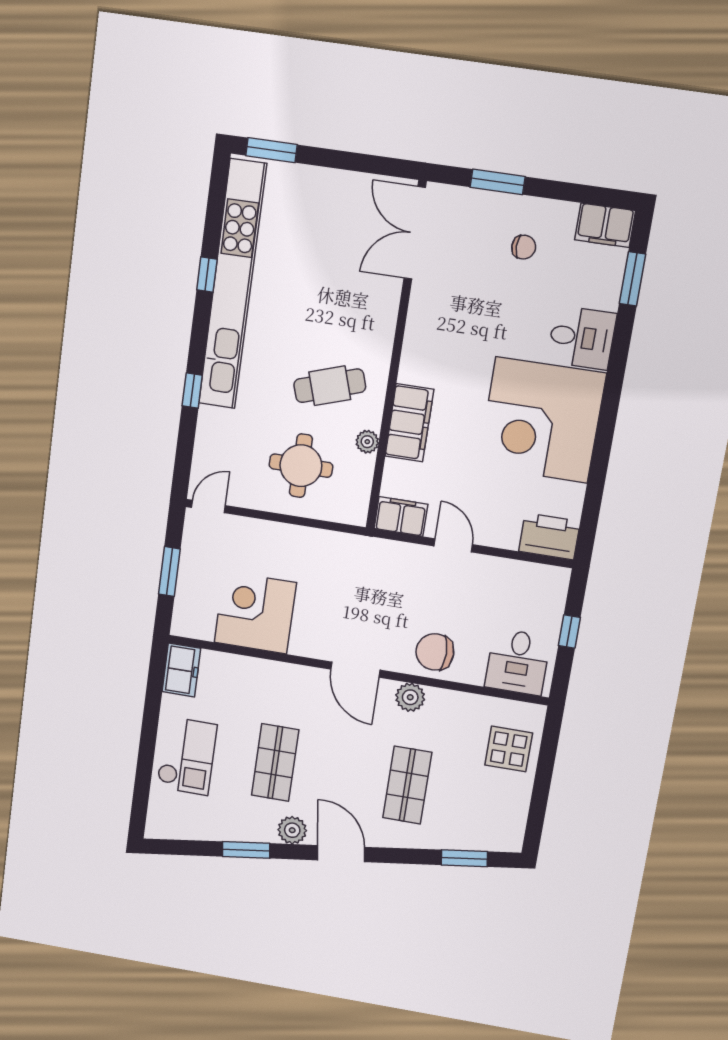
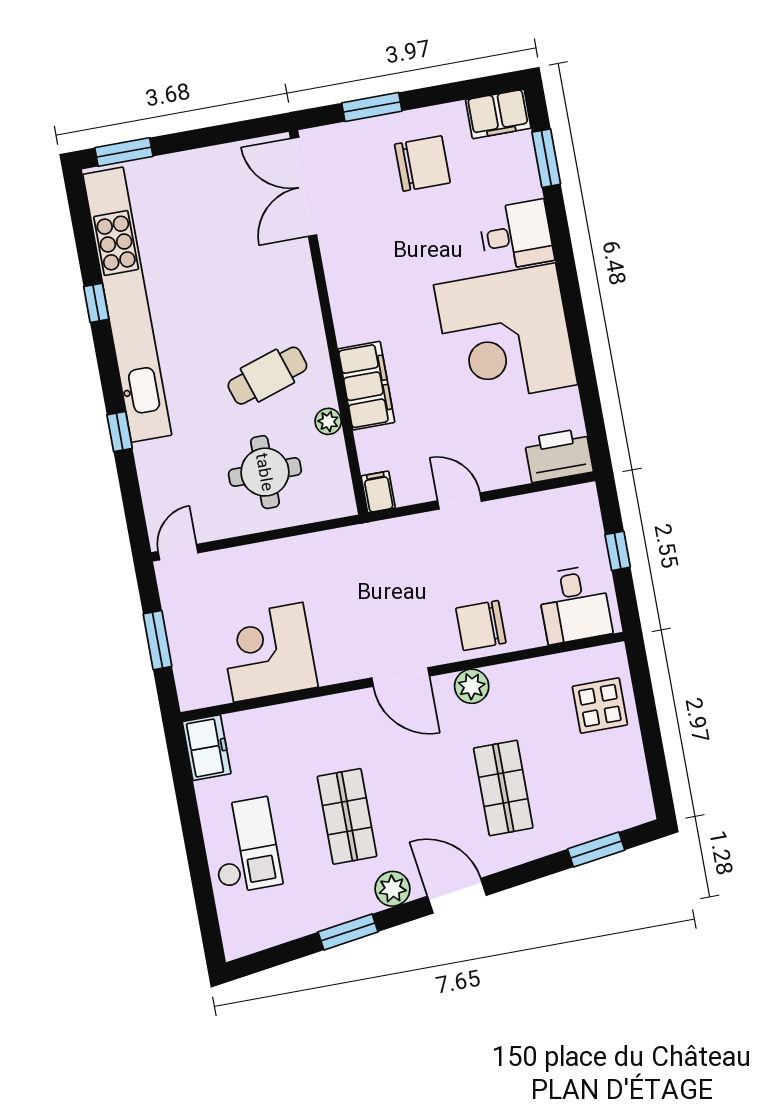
chair: (524, 247) -> (422, 163), width x1.87, depth x1.87
filing cabinet: (401, 516) -> (378, 492), width x0.50

